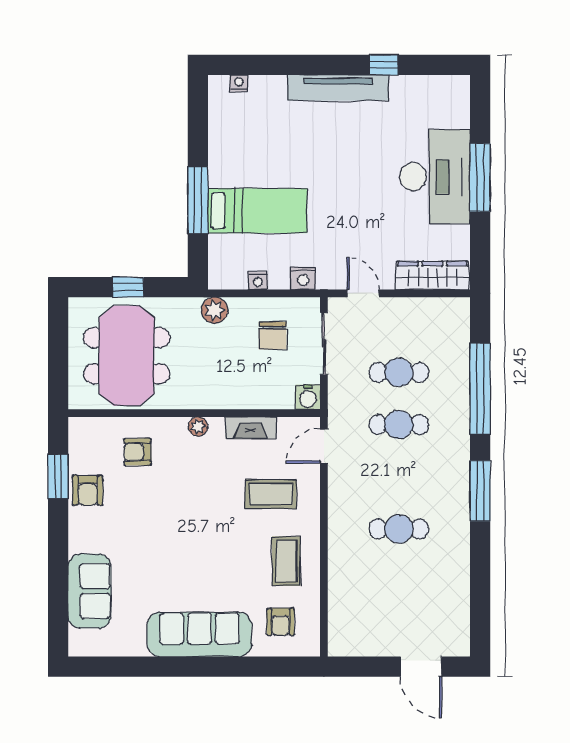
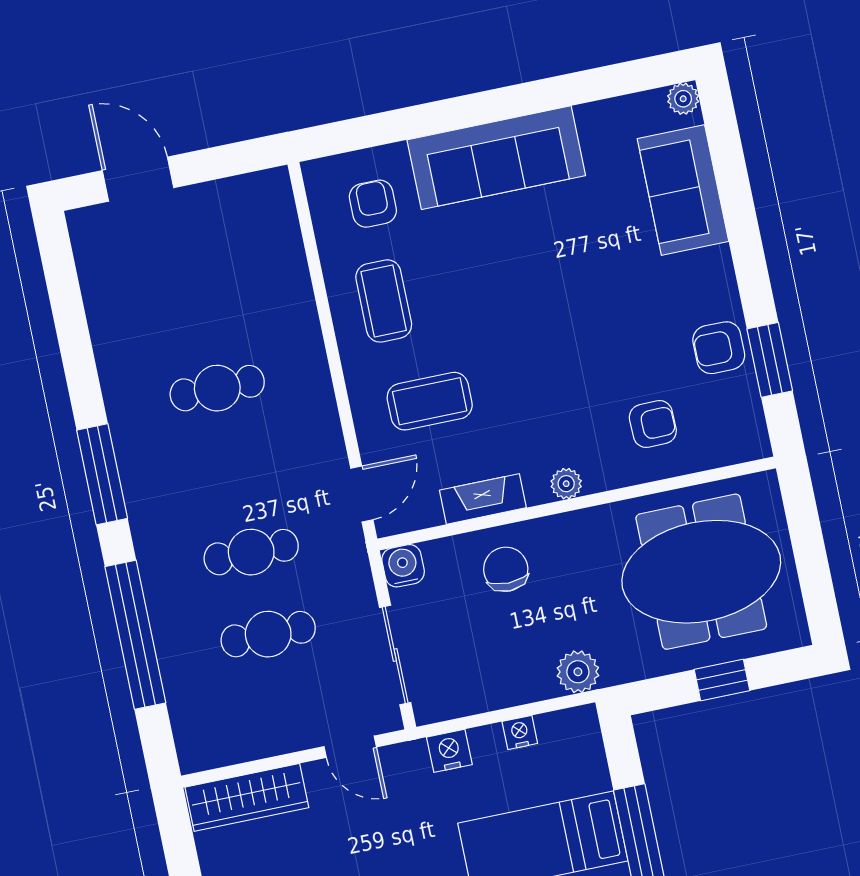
chair: (273, 336) -> (506, 569), moved
meeting table: (127, 356) -> (701, 572), turned 90
armchair: (88, 490) -> (719, 348), turned -90
plant: (78, 647) -> (683, 99), added

